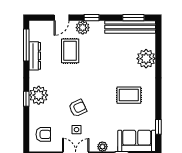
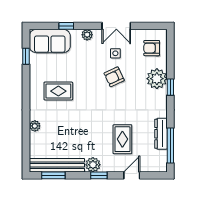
plant: (83, 28) -> (93, 165), moved
plant: (146, 59) -> (35, 126), width x0.53, depth x0.53
plant: (39, 95) -> (157, 79), moved

